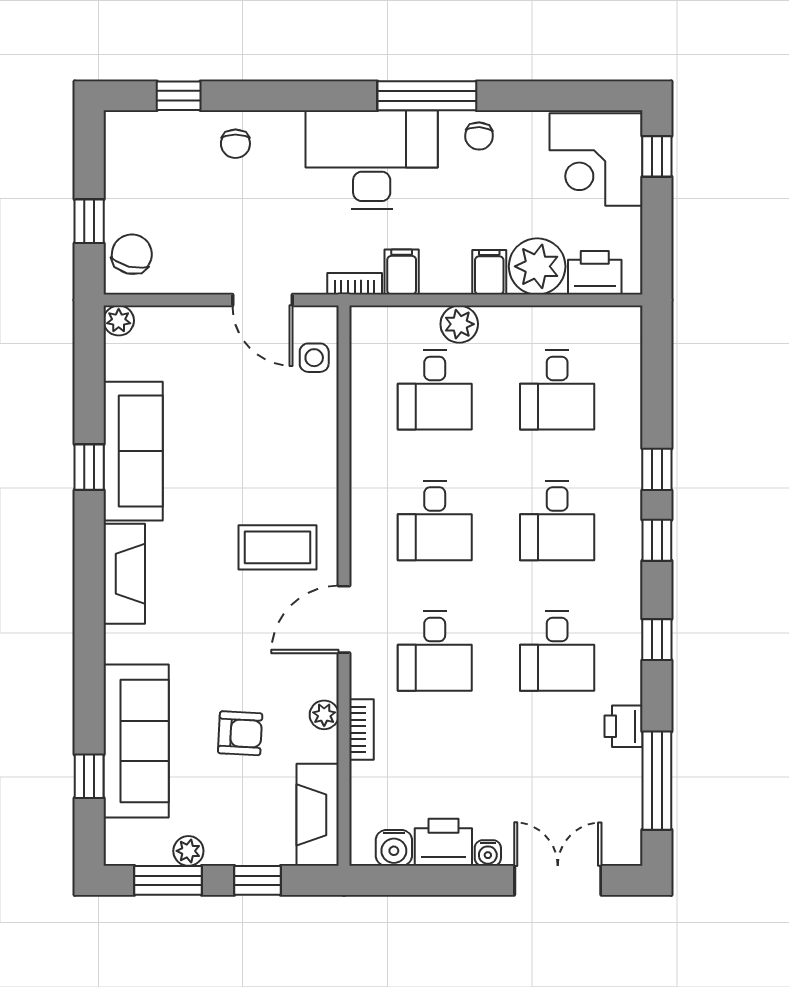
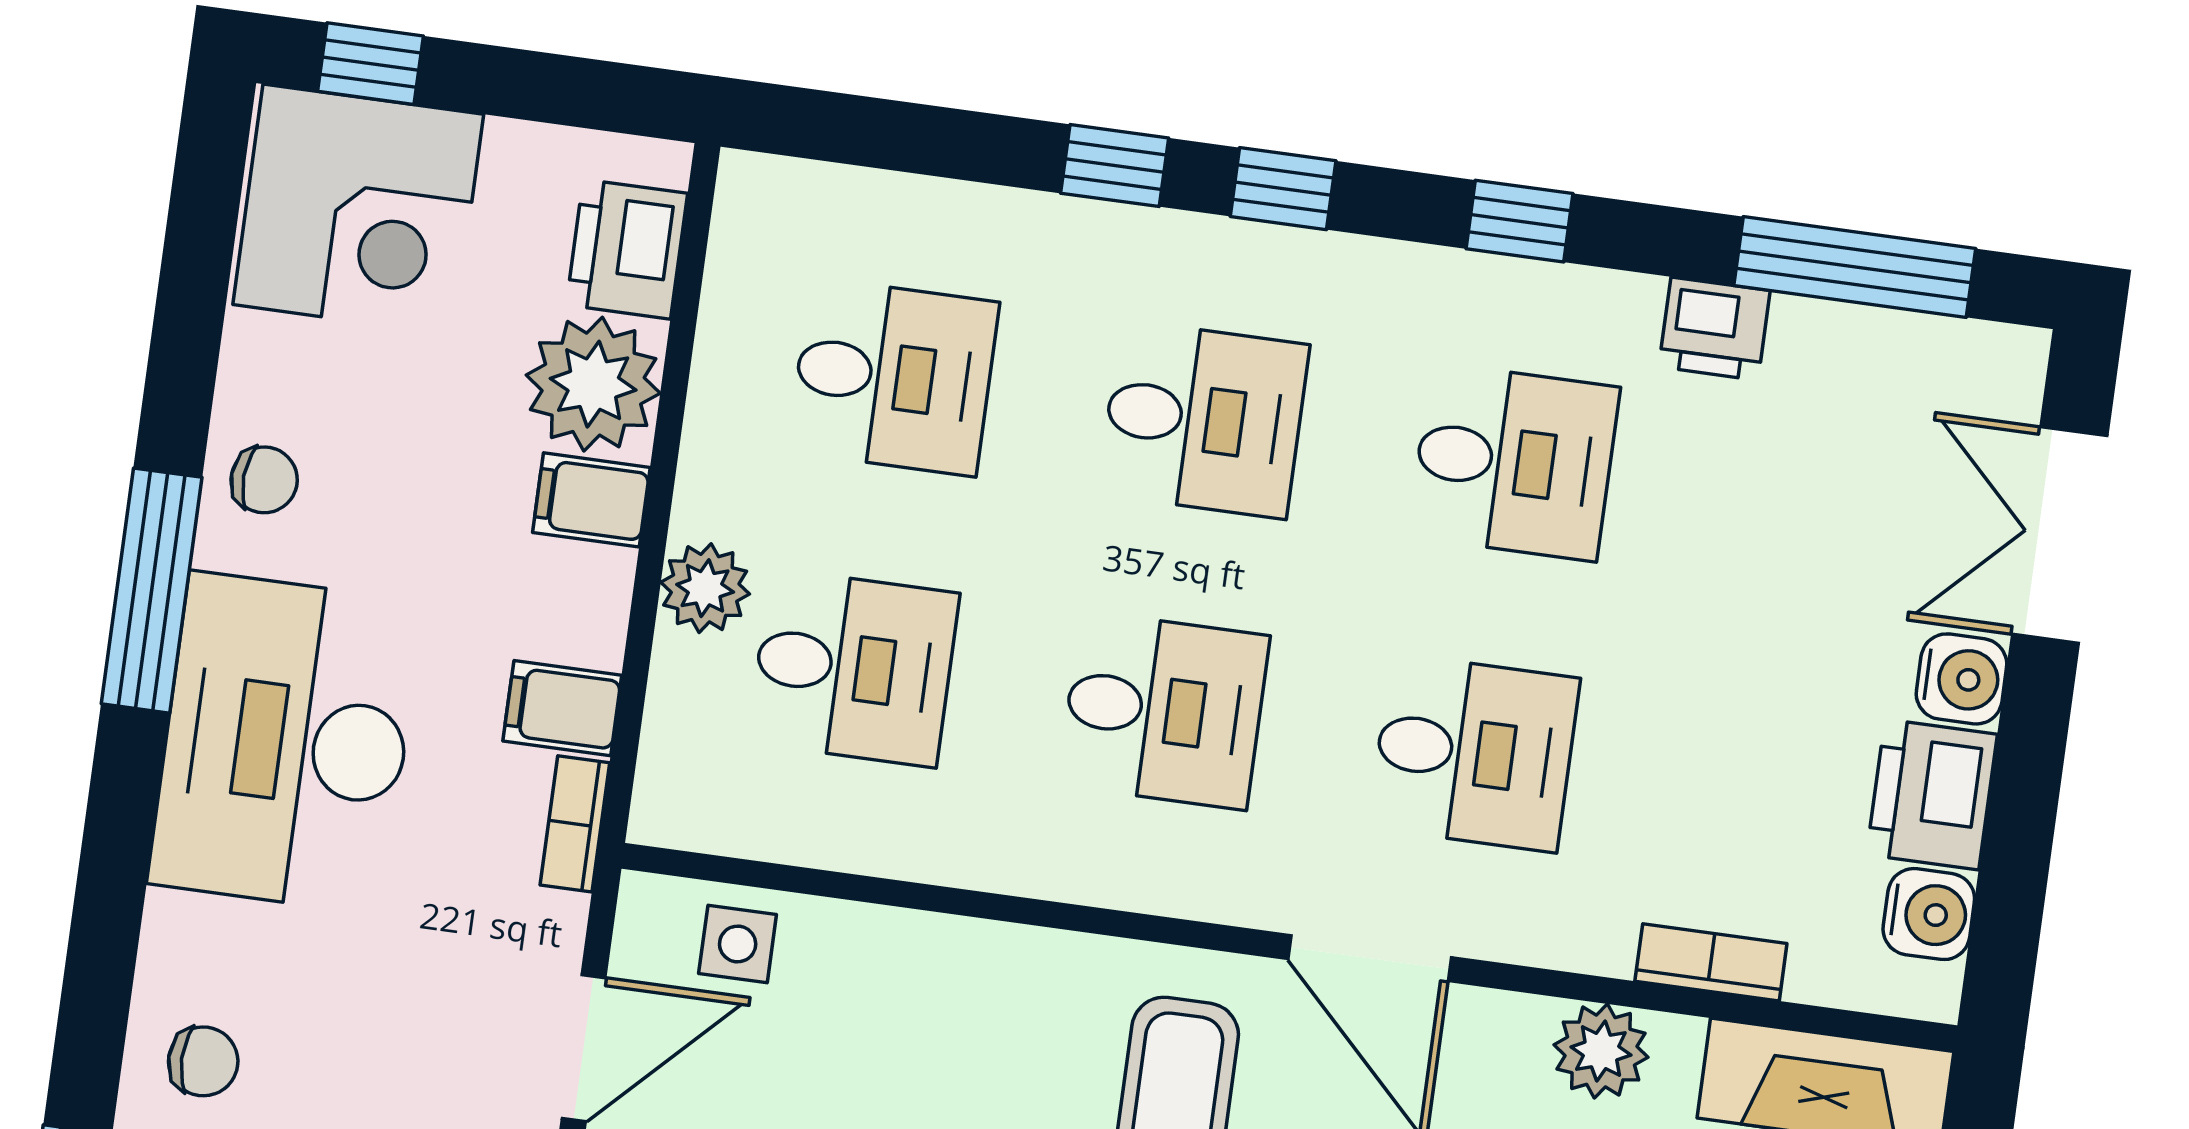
plant: (324, 715) -> (1601, 1051), width x1.38, depth x1.38
bookcase: (362, 729) -> (1711, 962), moved
water cooler: (488, 853) -> (1962, 679), width x1.38, depth x1.38

